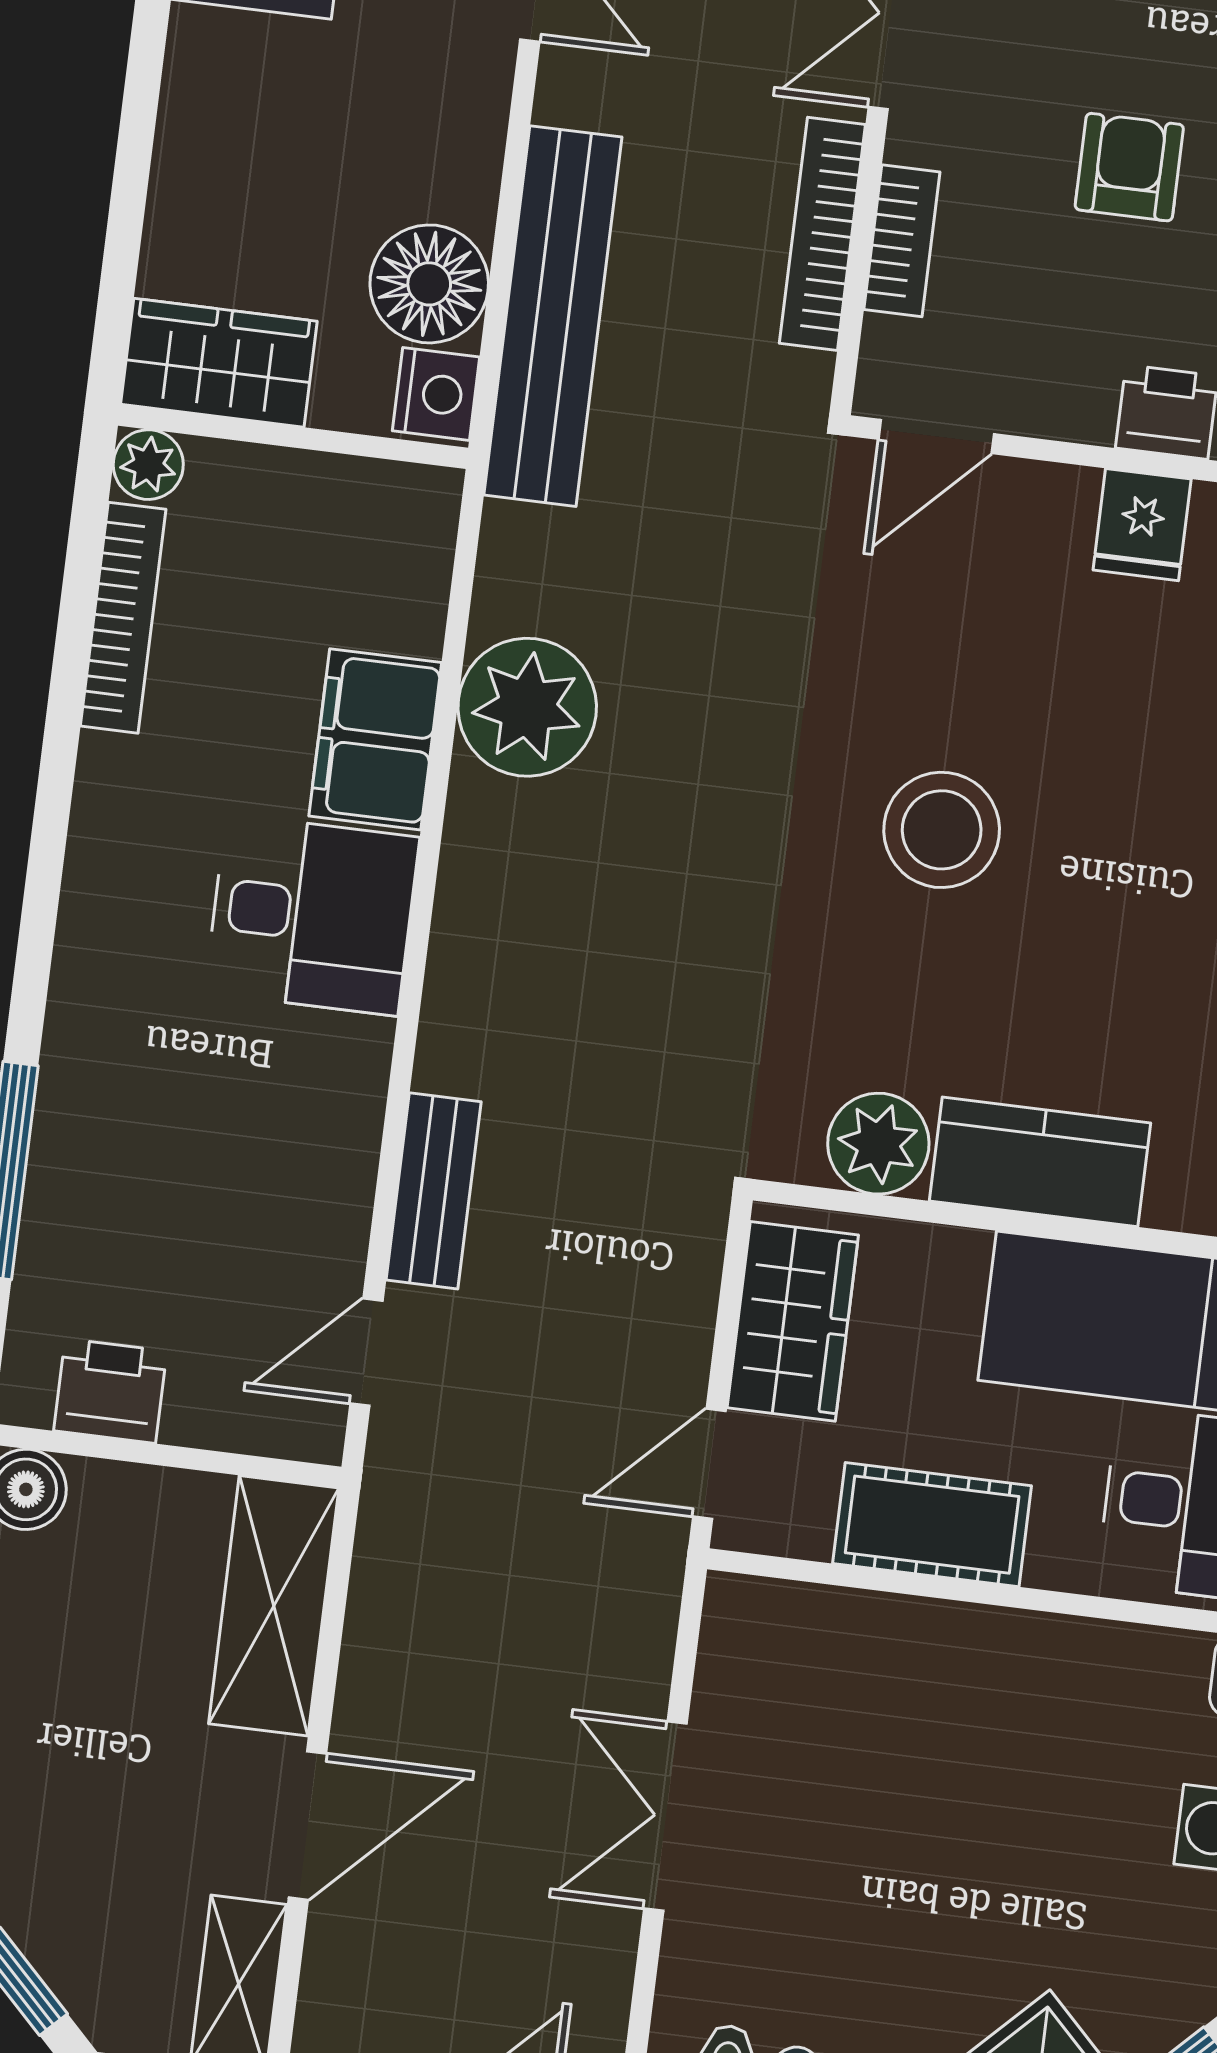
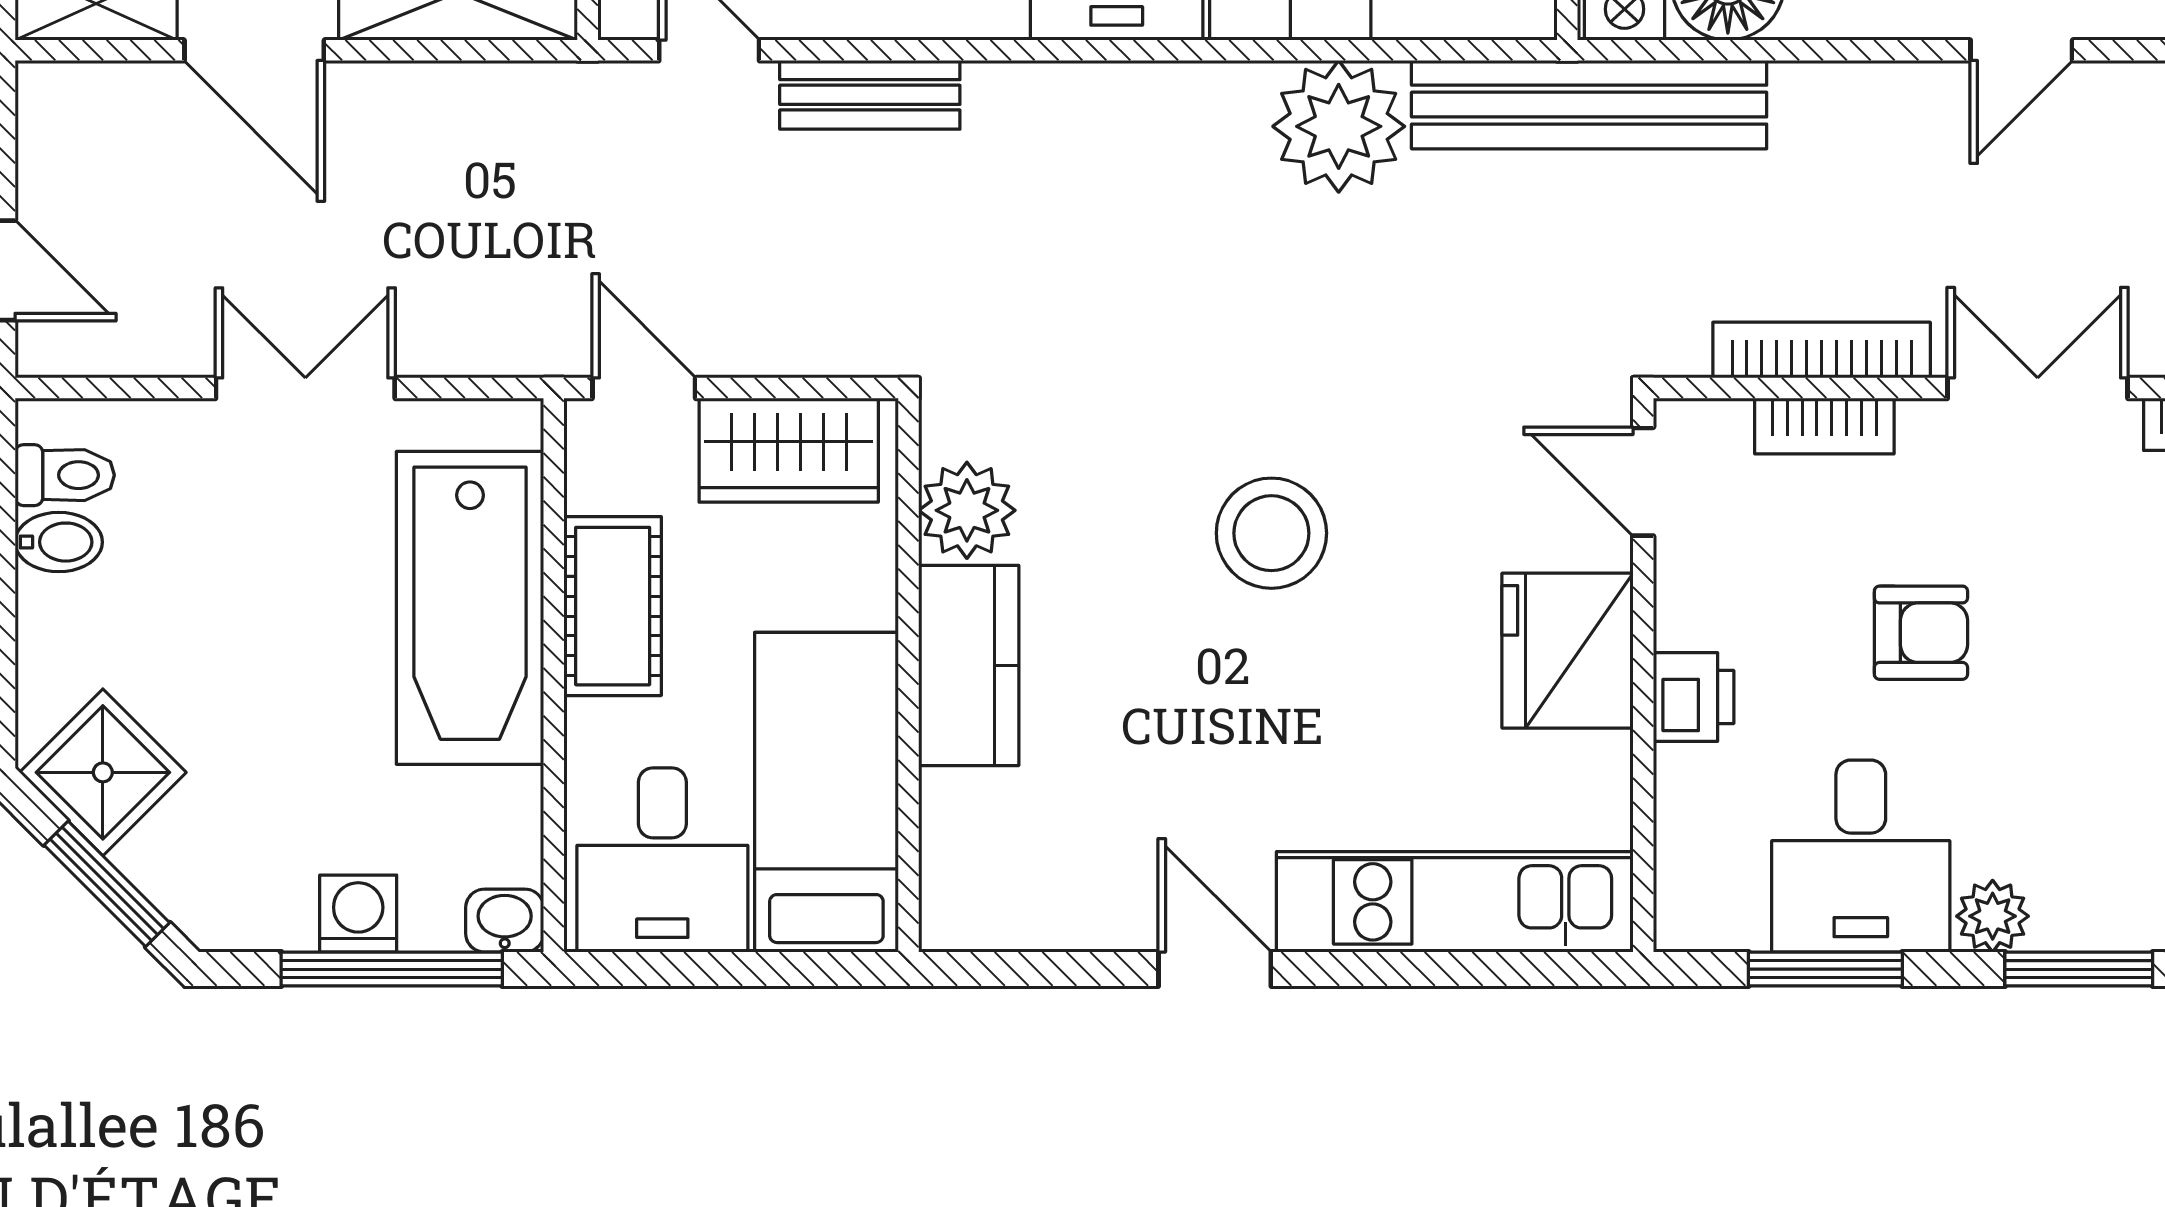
bench: (553, 316) -> (1589, 105), moved
fridge: (1142, 525) -> (1567, 651), width x1.88, depth x1.34
bathtub: (915, 1673) -> (470, 608), added

